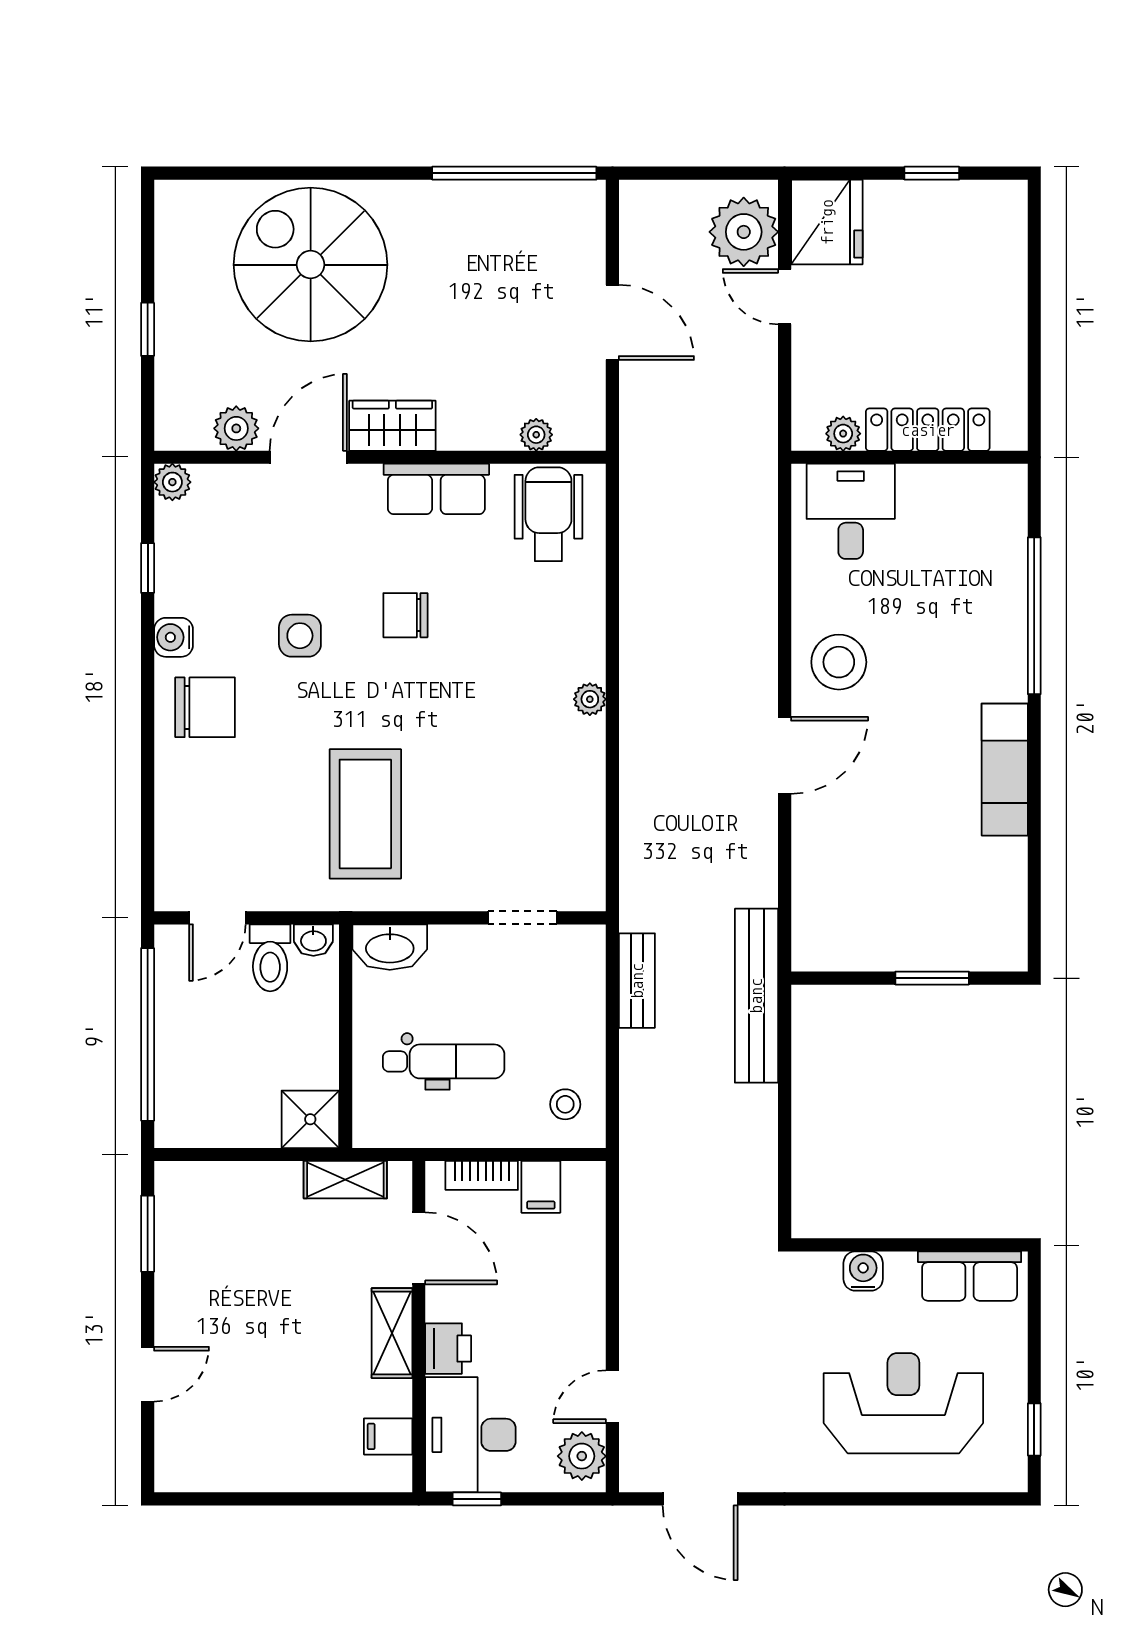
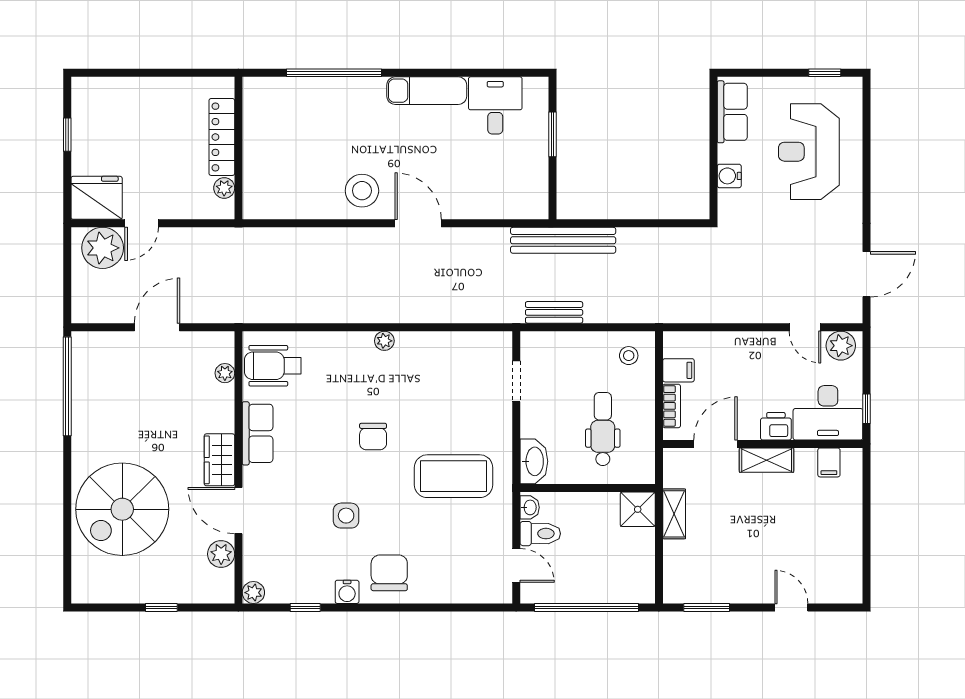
desk: (851, 511) -> (495, 105), moved, turned 90
chair: (405, 615) -> (373, 437), moved
shelving: (345, 1180) -> (674, 514), moved

